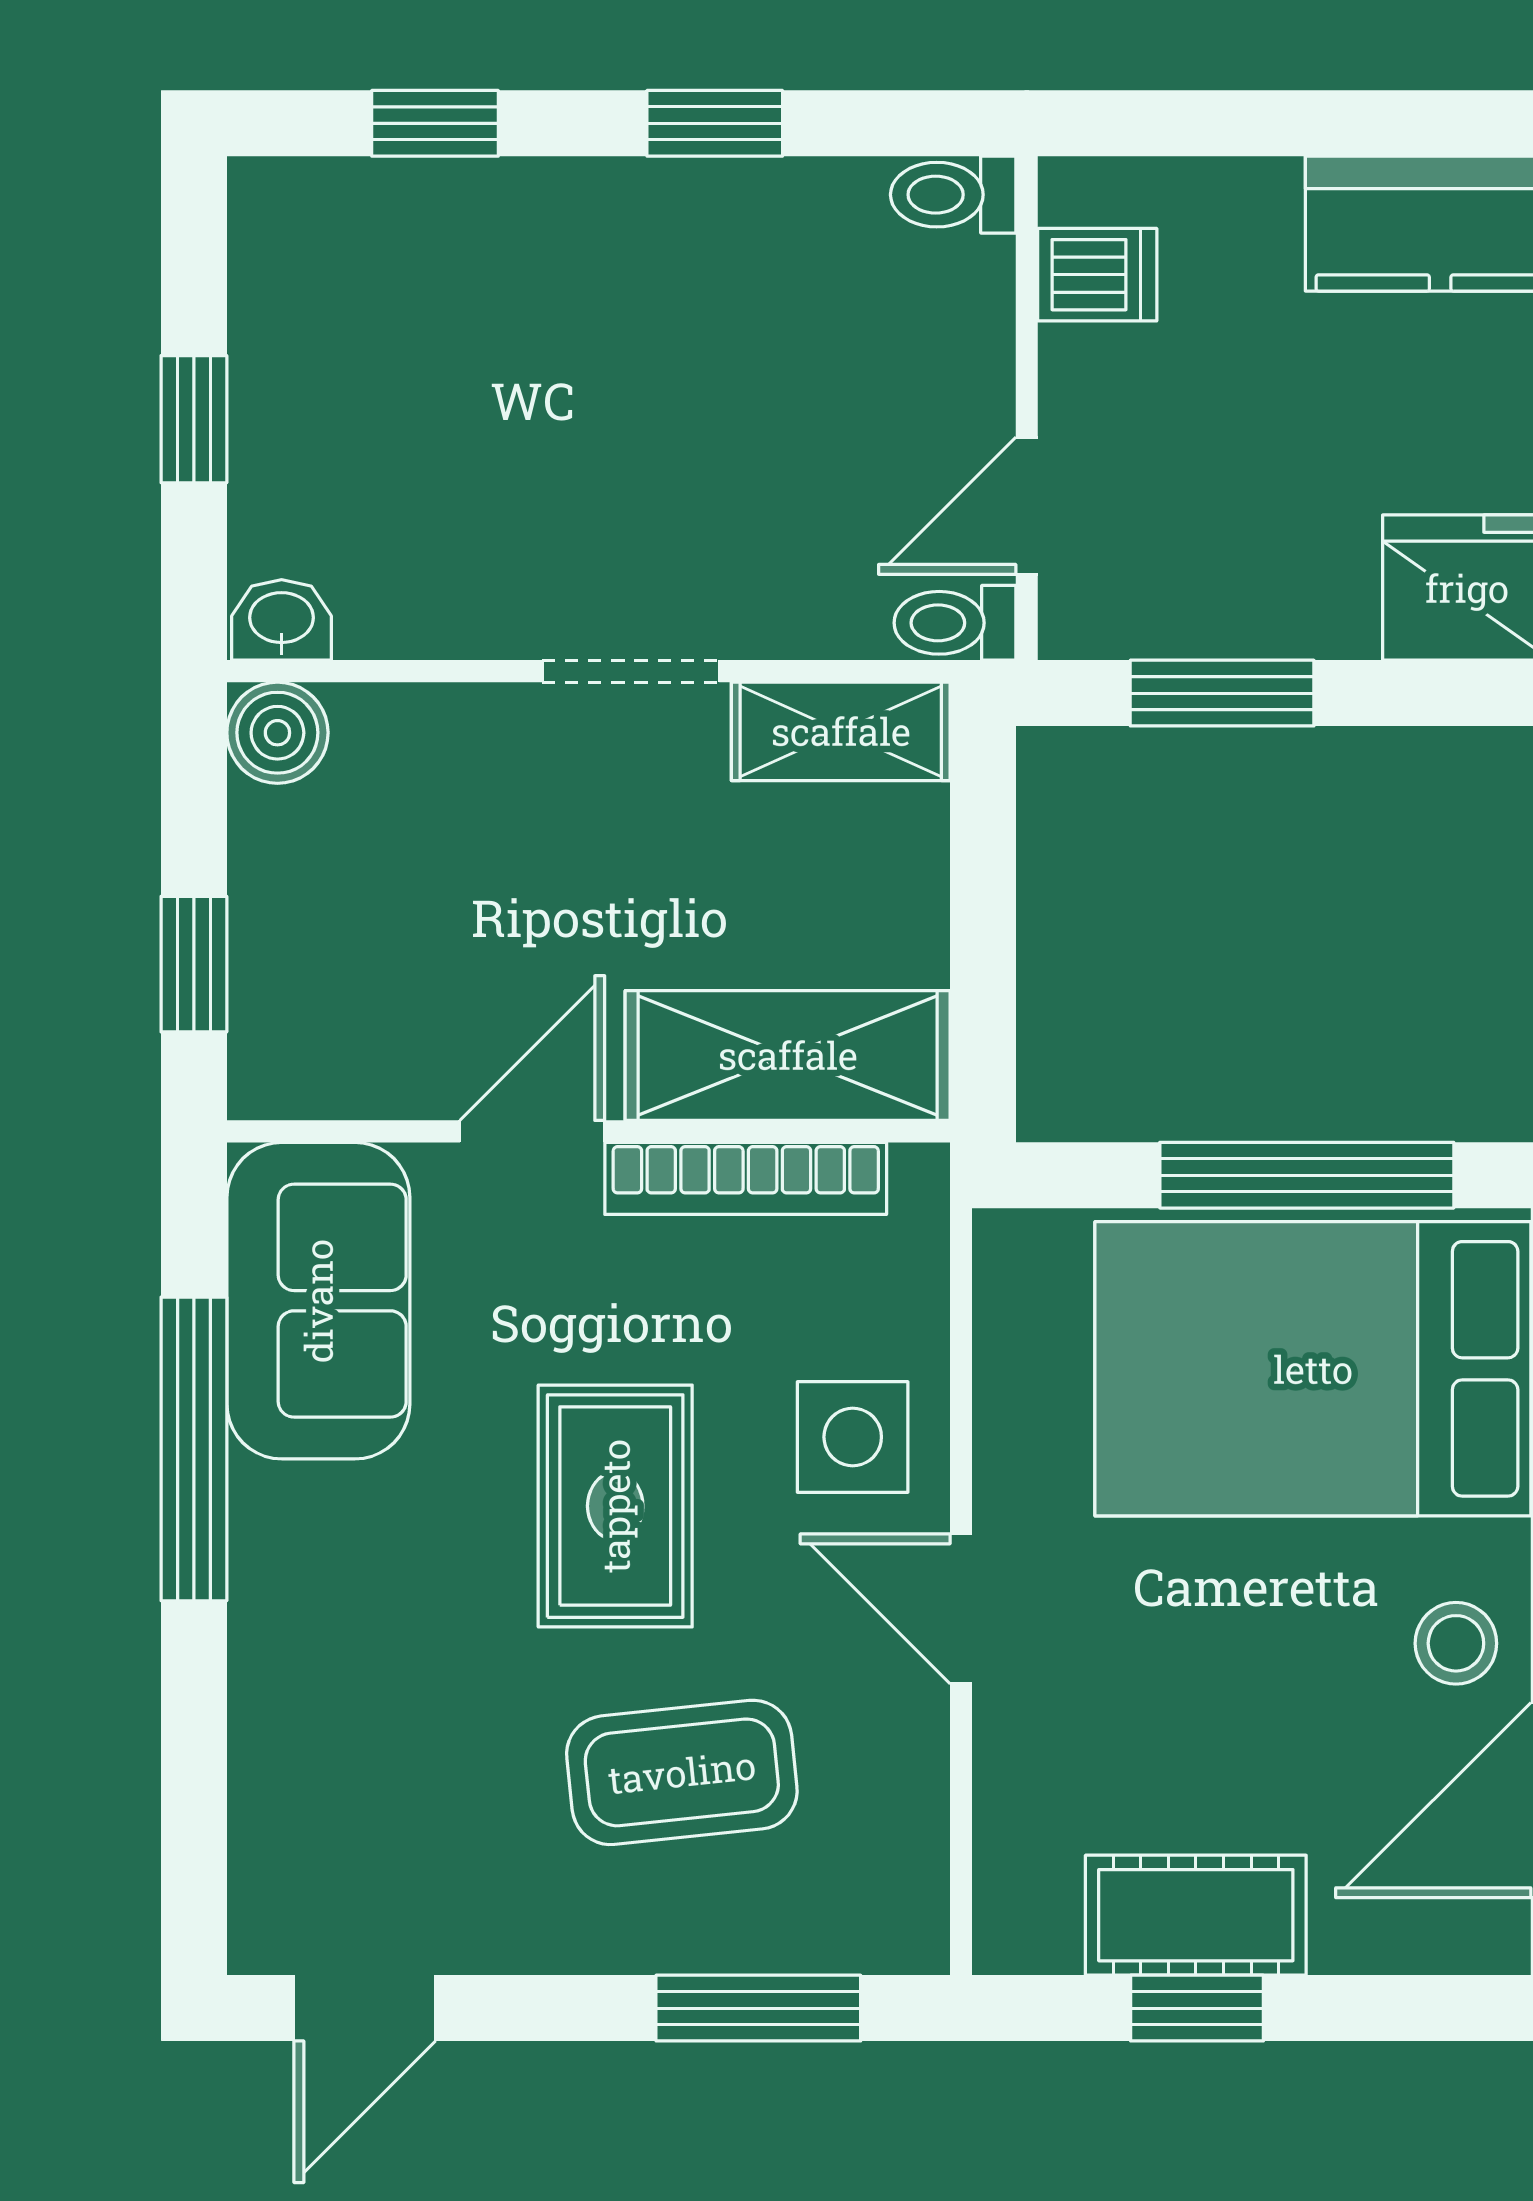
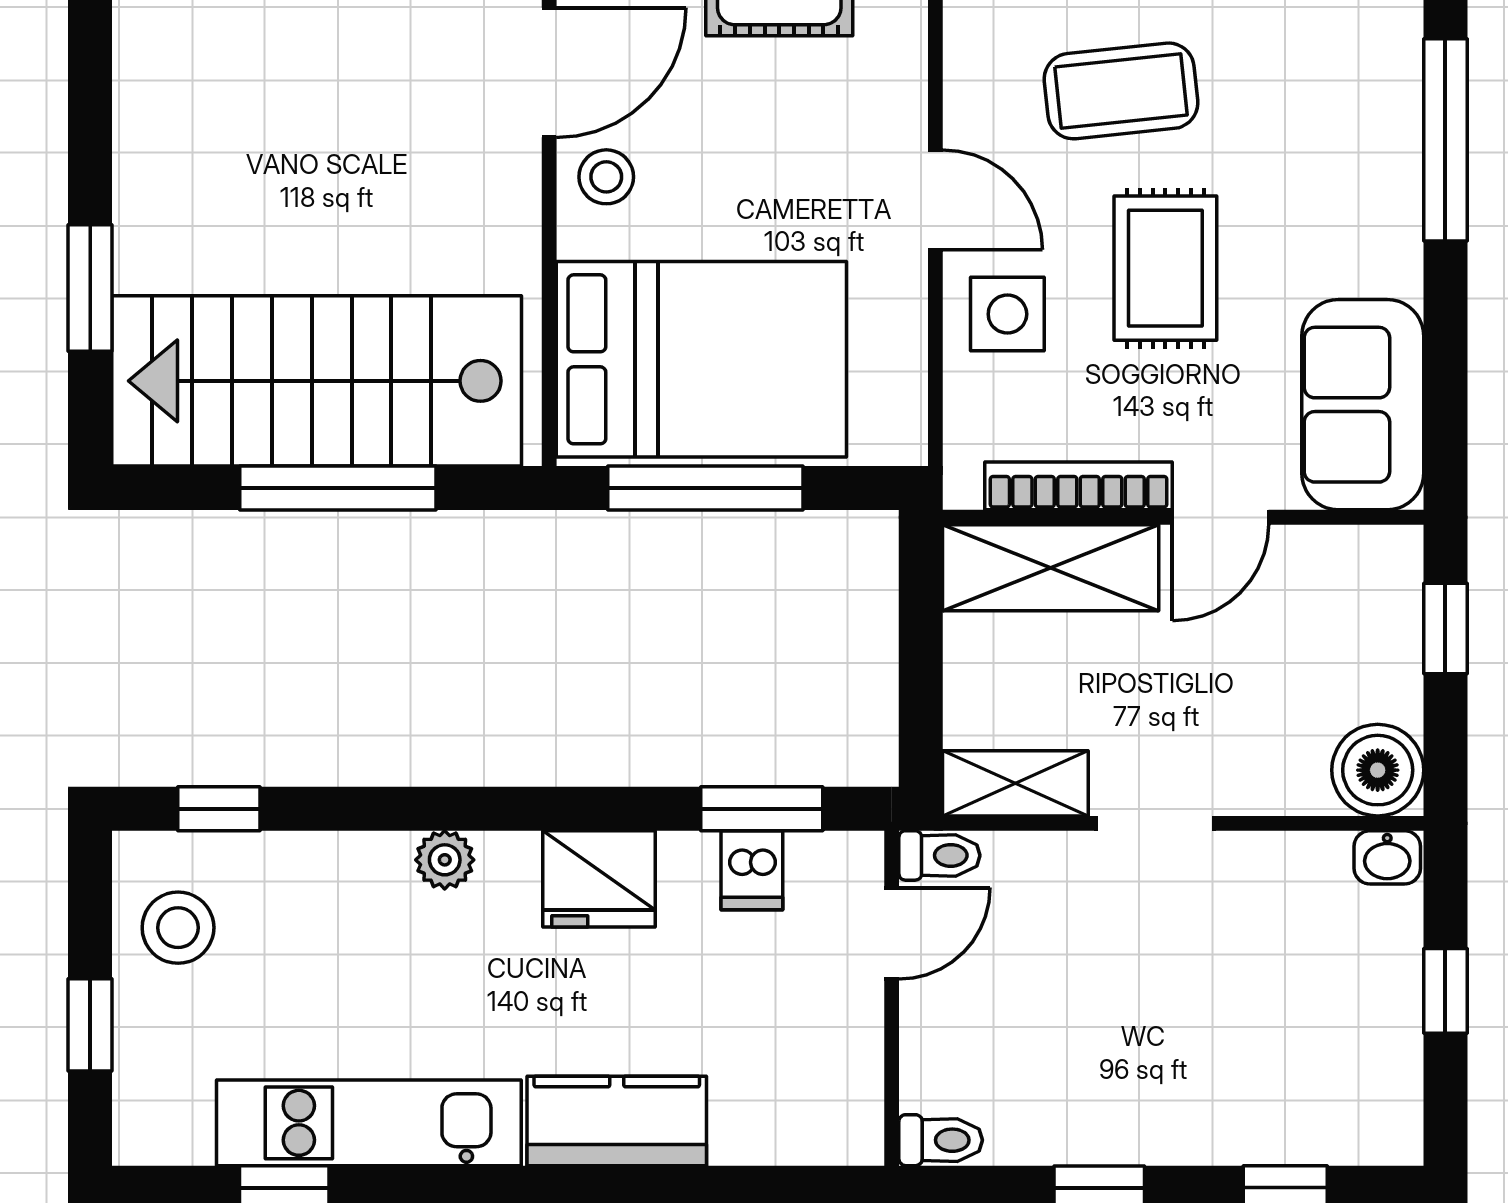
dishwasher: (1097, 275) -> (752, 870), moved, turned -90
boiler: (277, 733) -> (1378, 770), width x1.36, depth x1.36
window: (194, 1449) -> (1445, 140), moved

